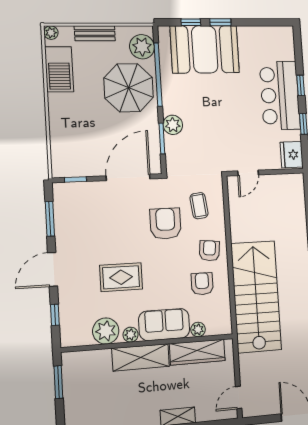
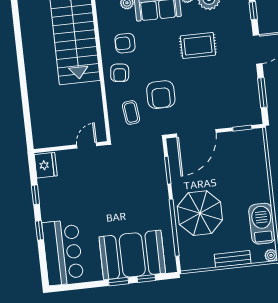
plant: (142, 47) -> (190, 251), removed
bar counter: (280, 95) -> (63, 252), moved
plant: (173, 125) -> (158, 183), removed
armchair: (202, 284) -> (125, 43), turned 90

